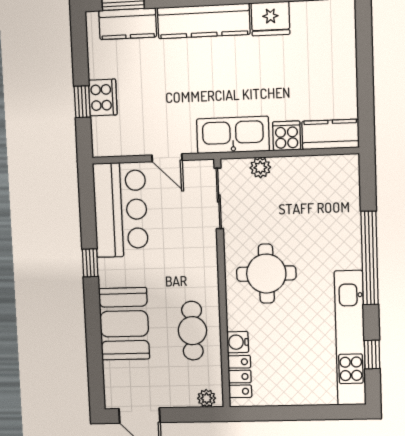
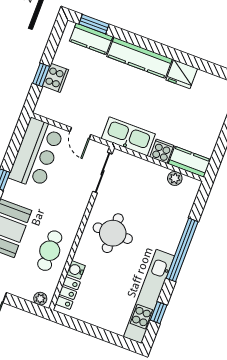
plant: (260, 168) -> (175, 178), moved

